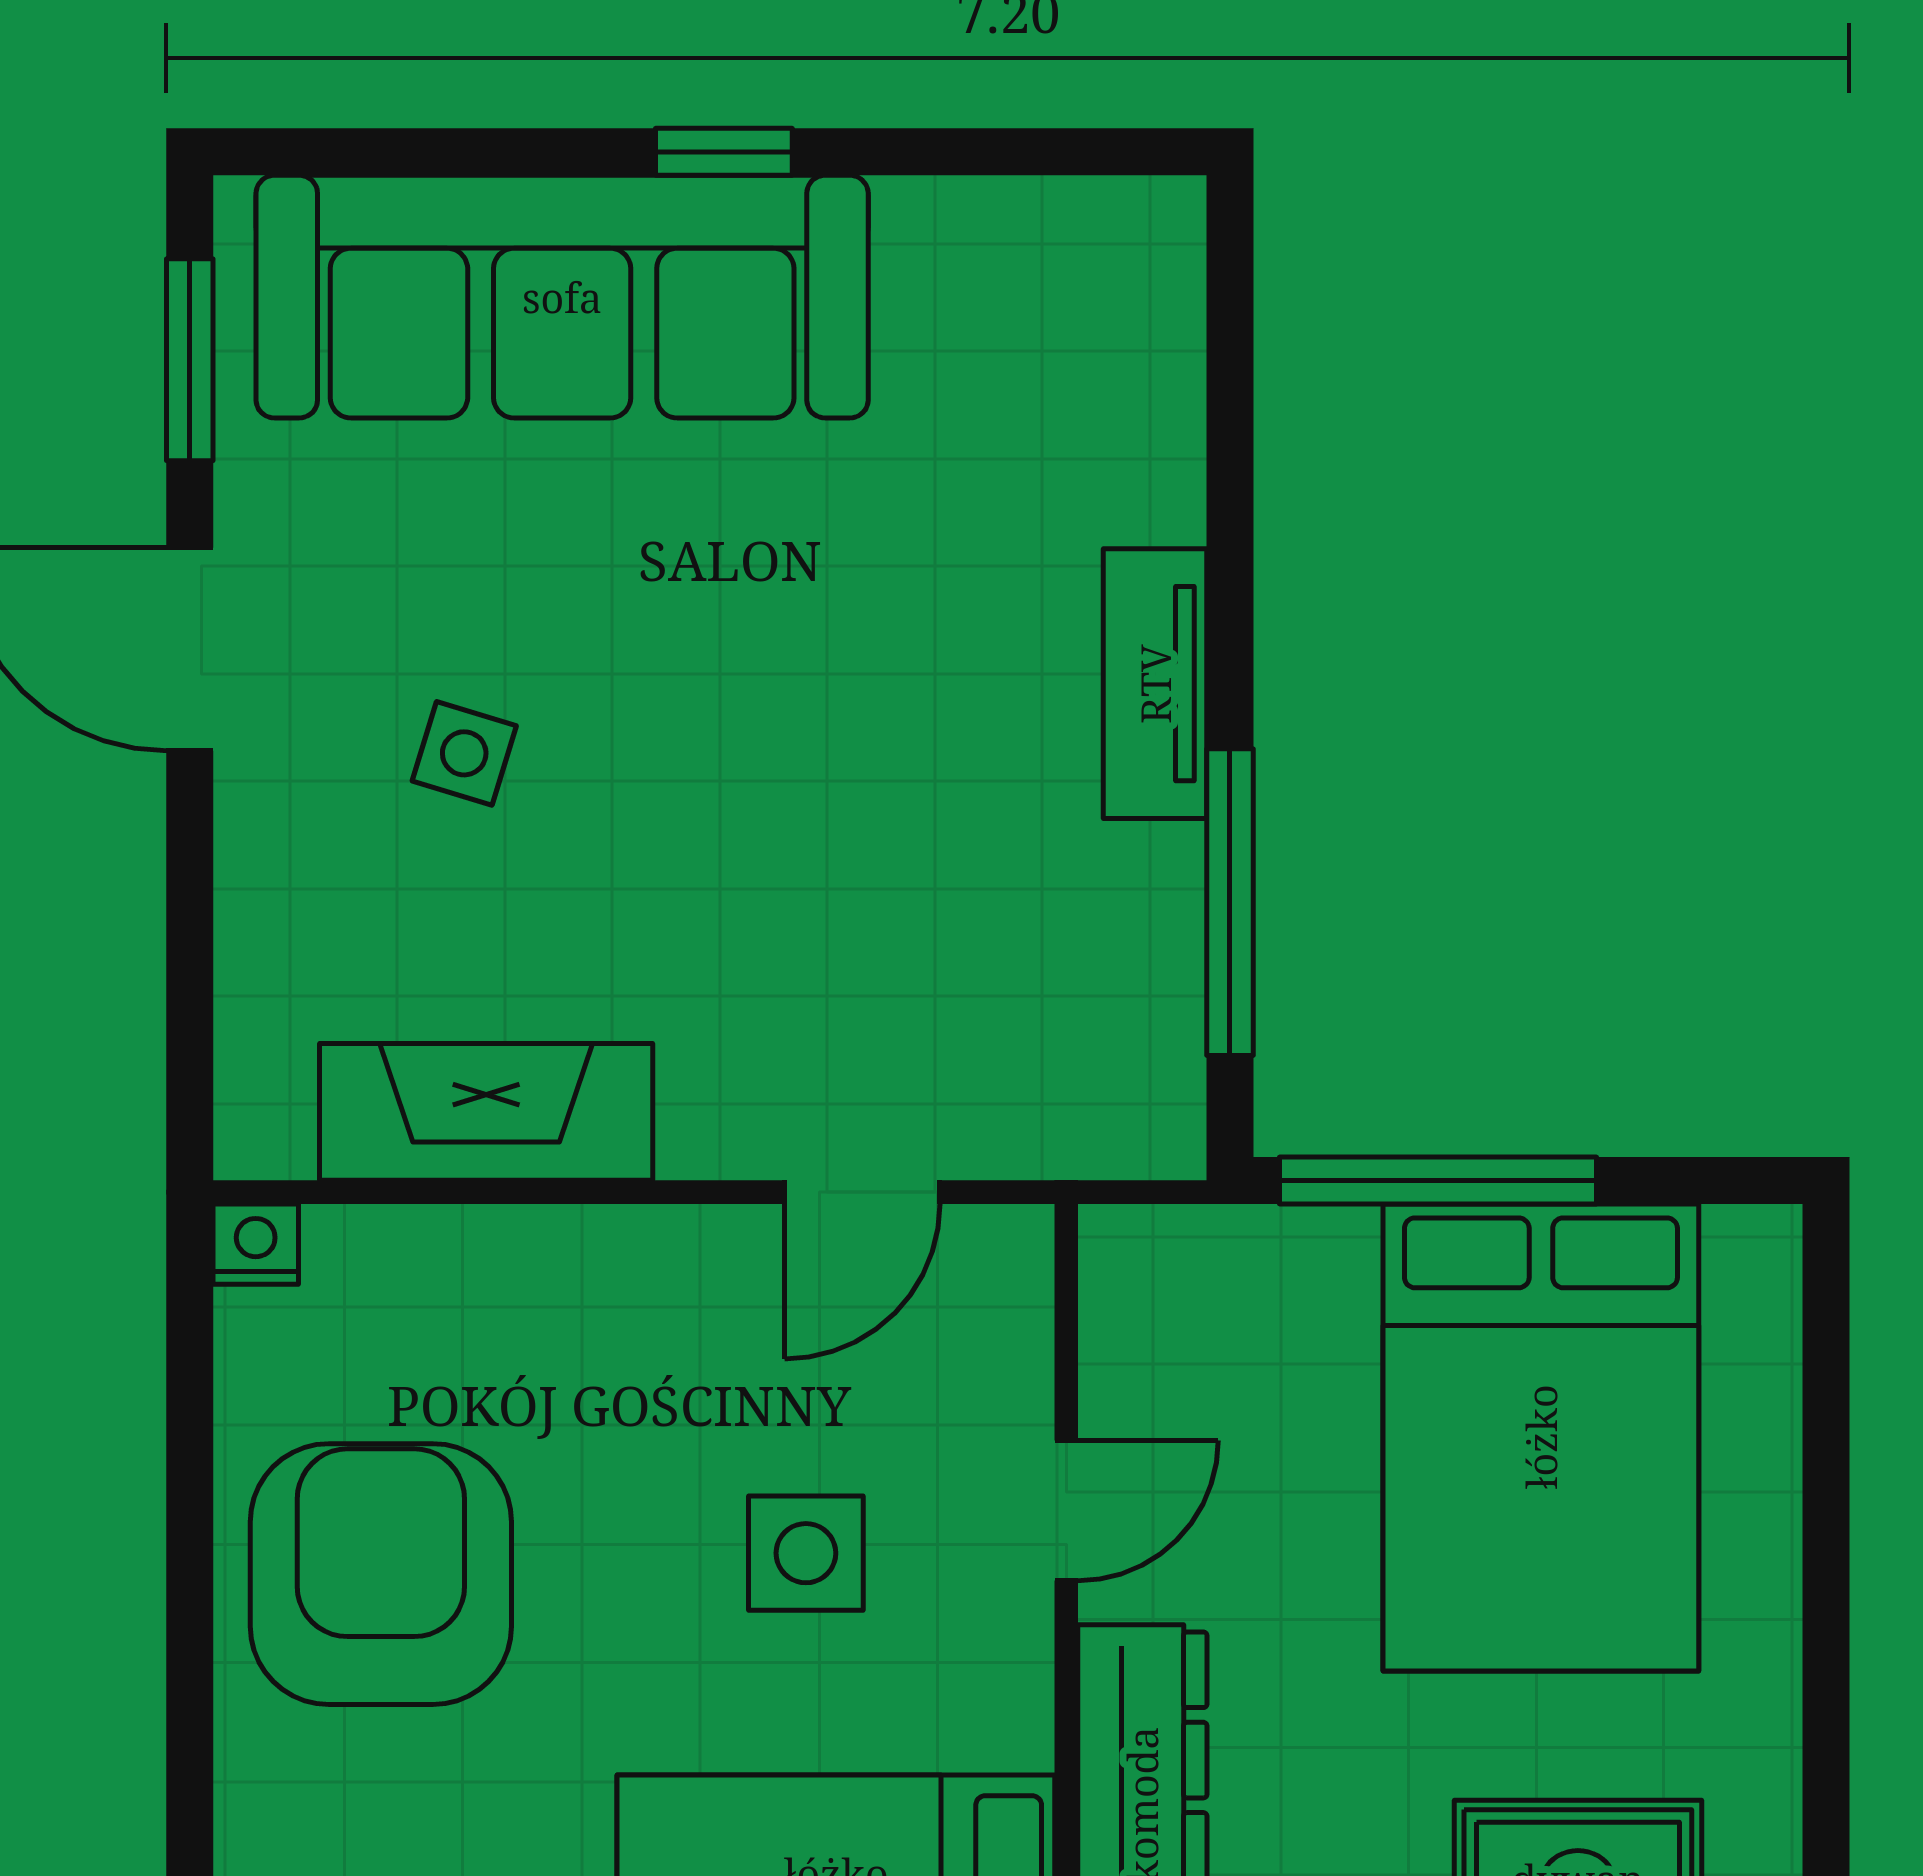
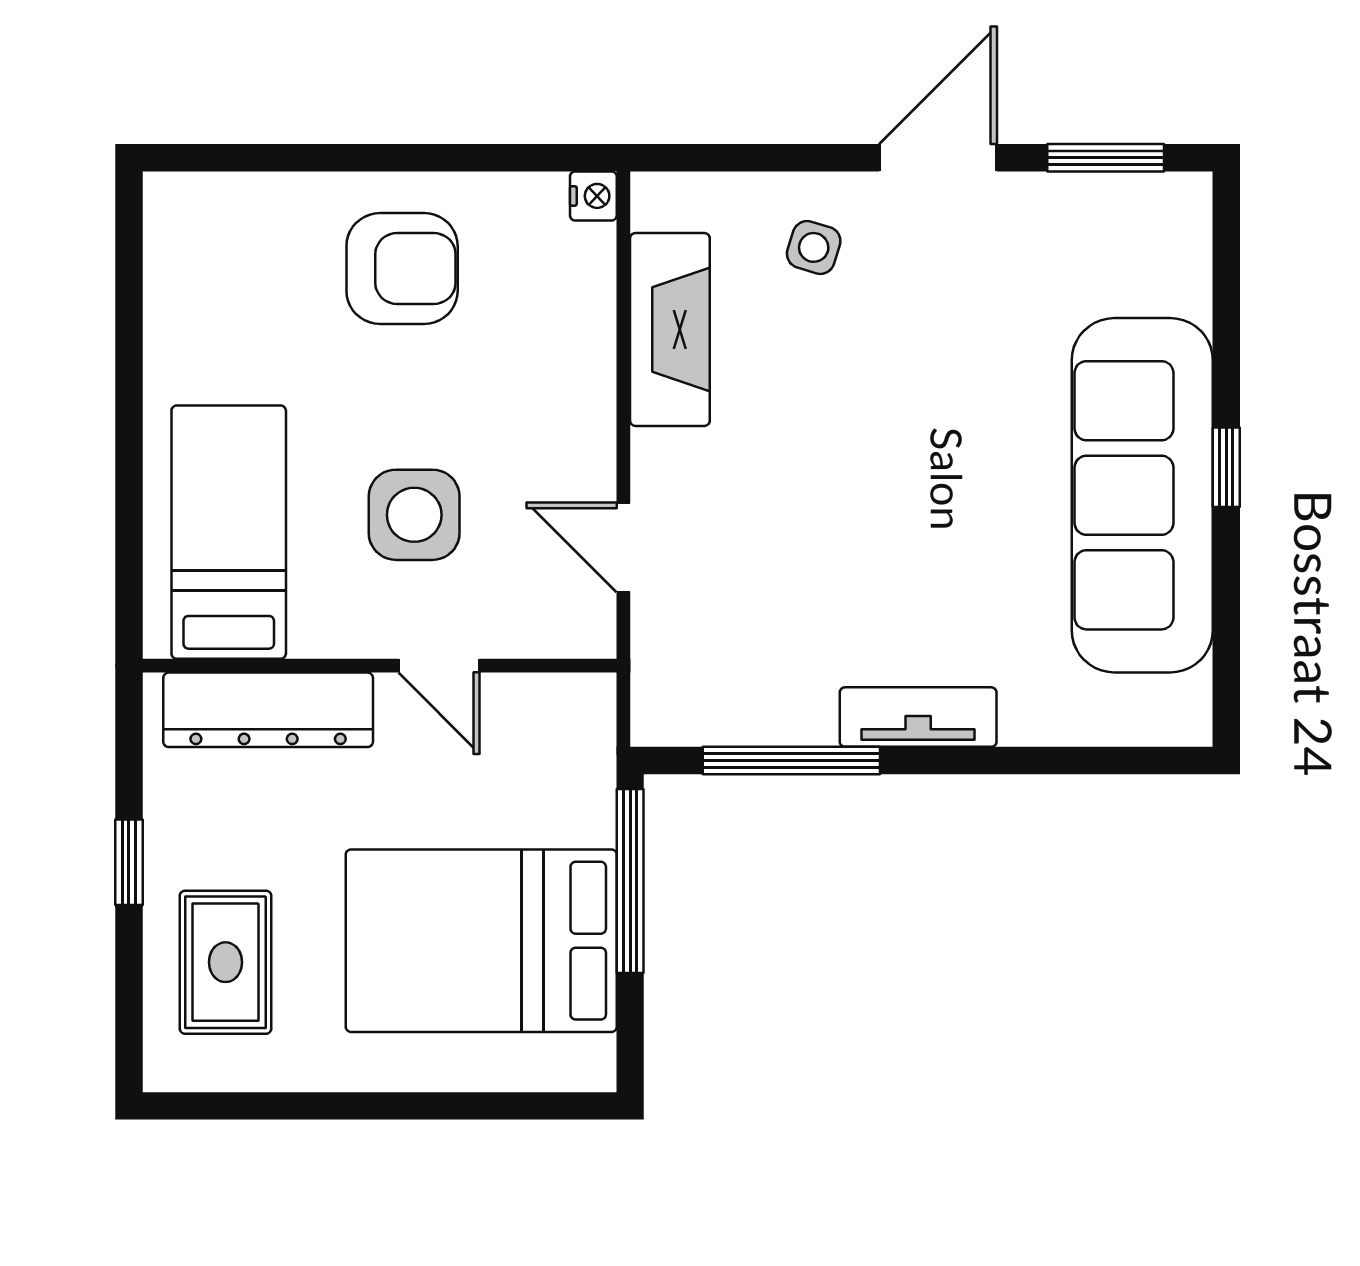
sofa: (562, 297) -> (1142, 495), moved
side table: (464, 753) -> (814, 247), moved
side table: (806, 1553) -> (414, 515), width x1.37, depth x1.37
armchair: (381, 1574) -> (402, 268), width x0.73, depth x0.73

